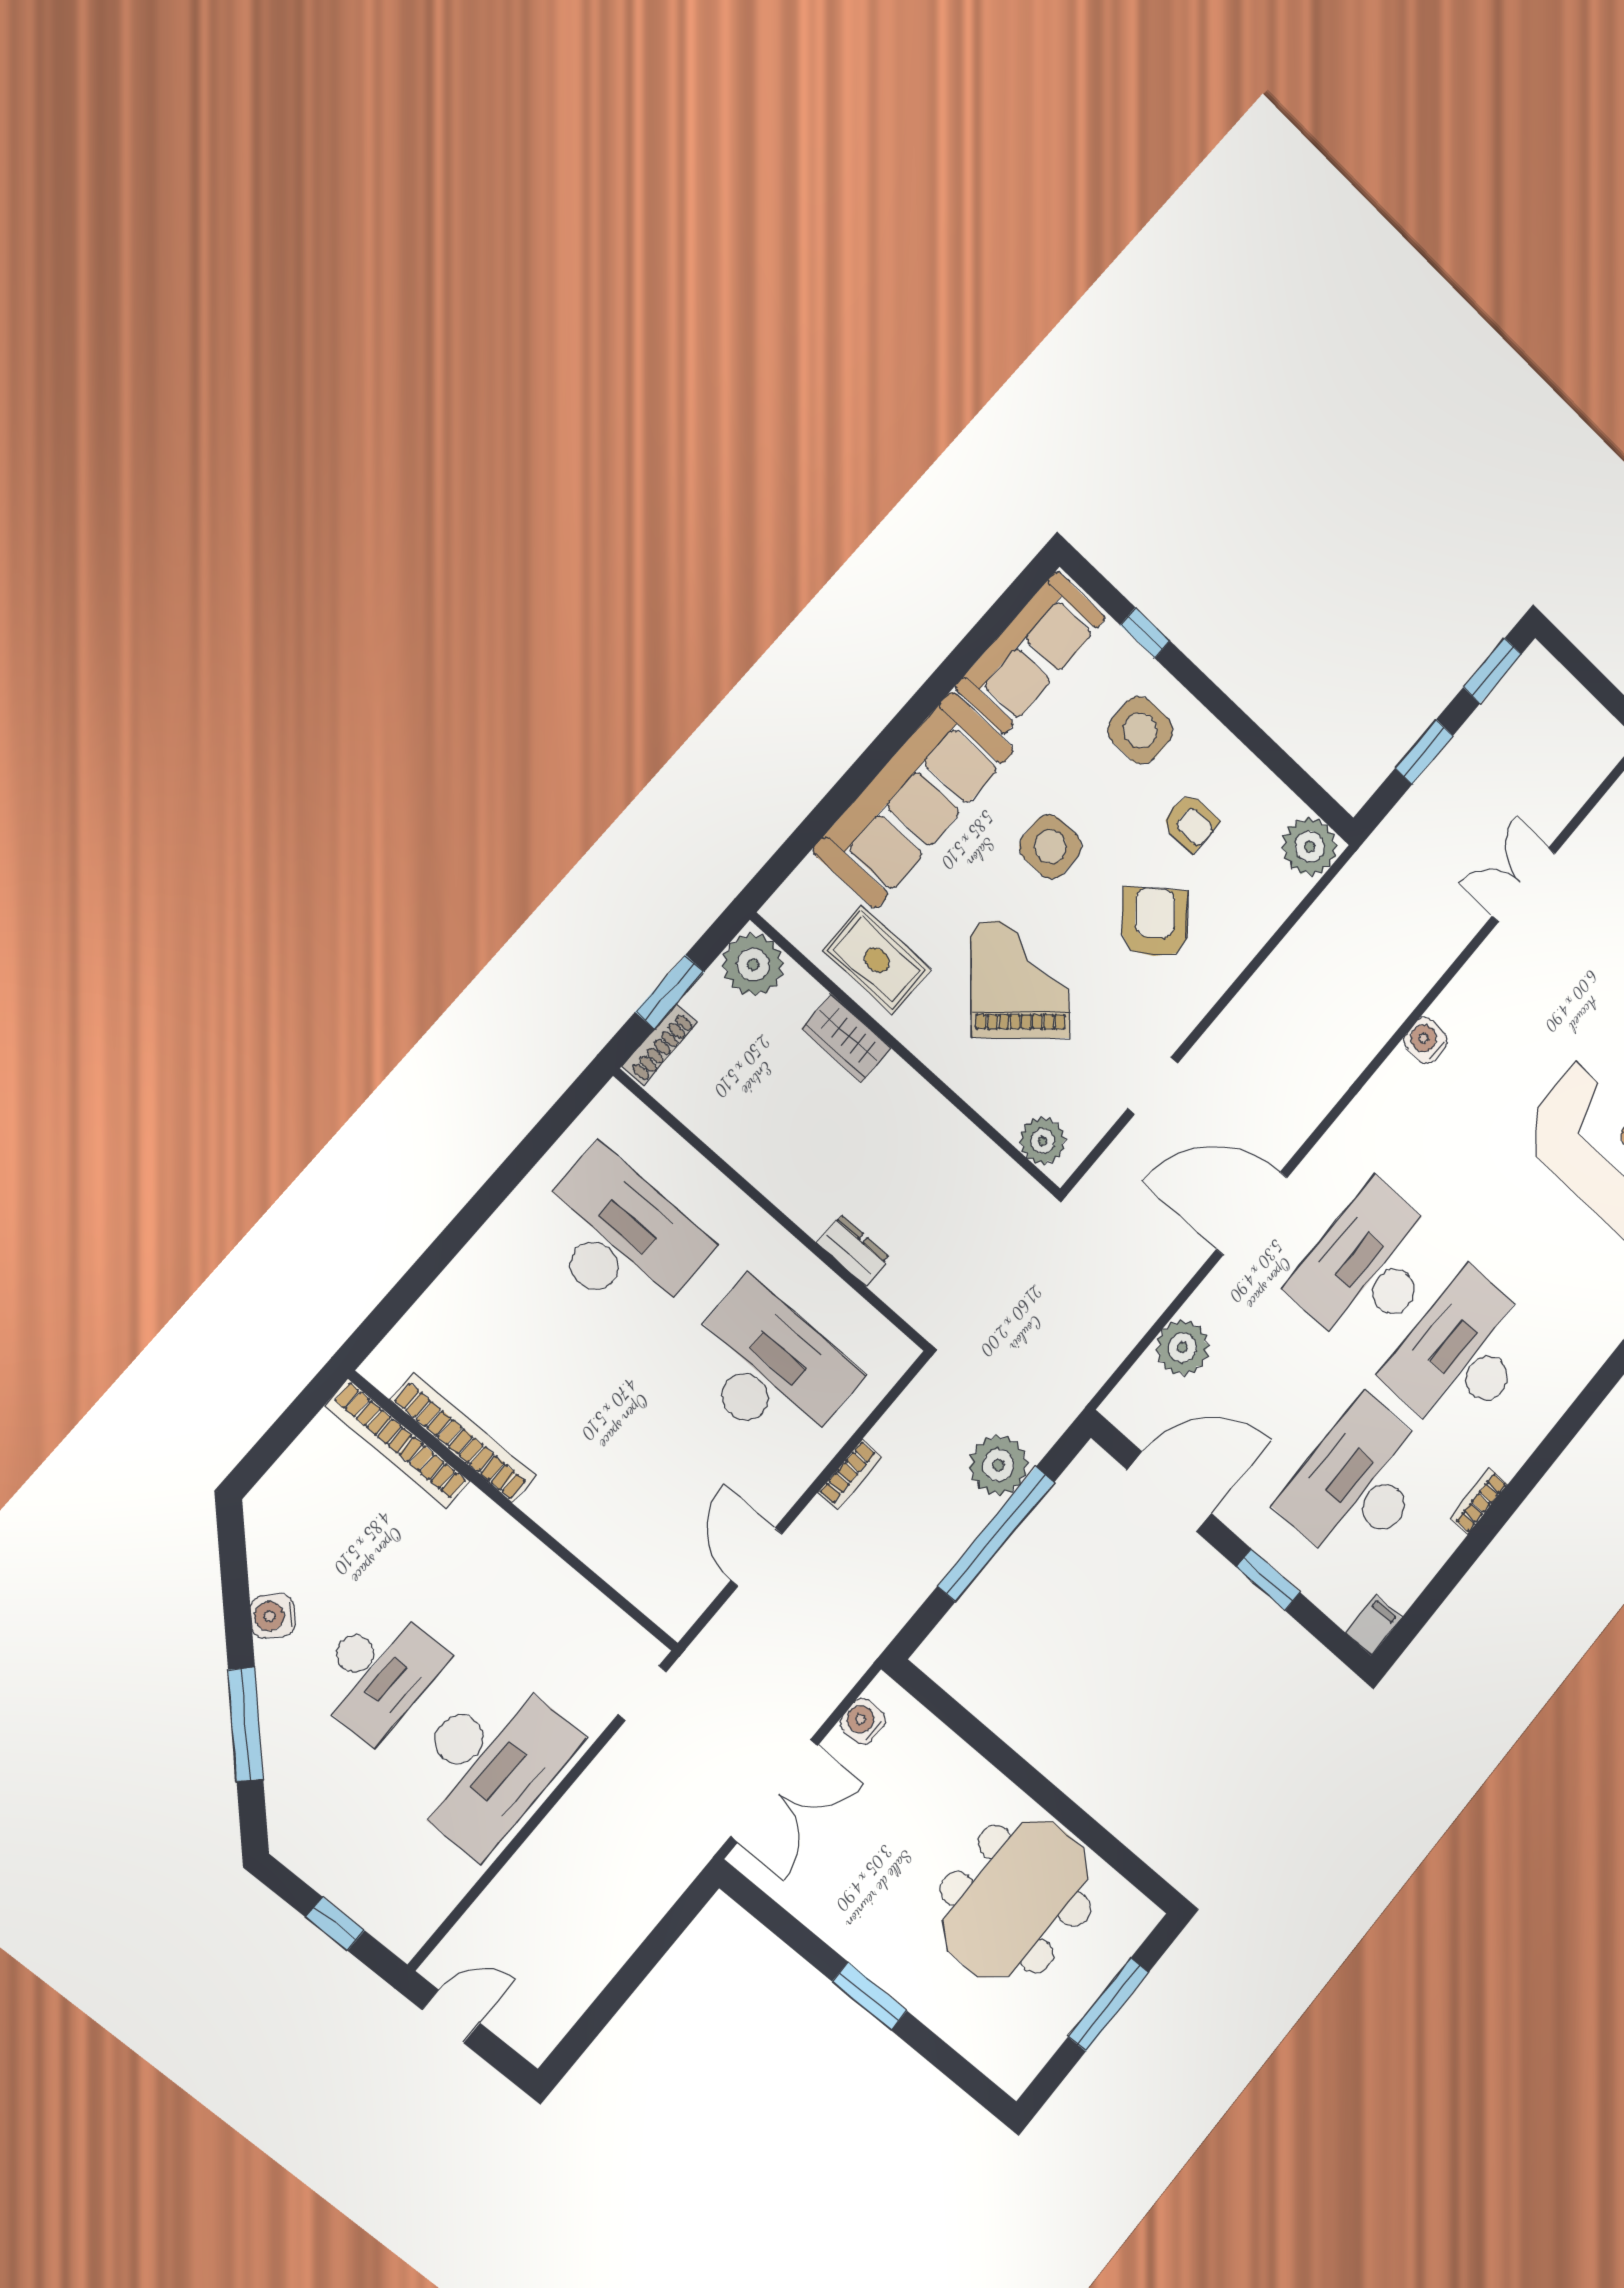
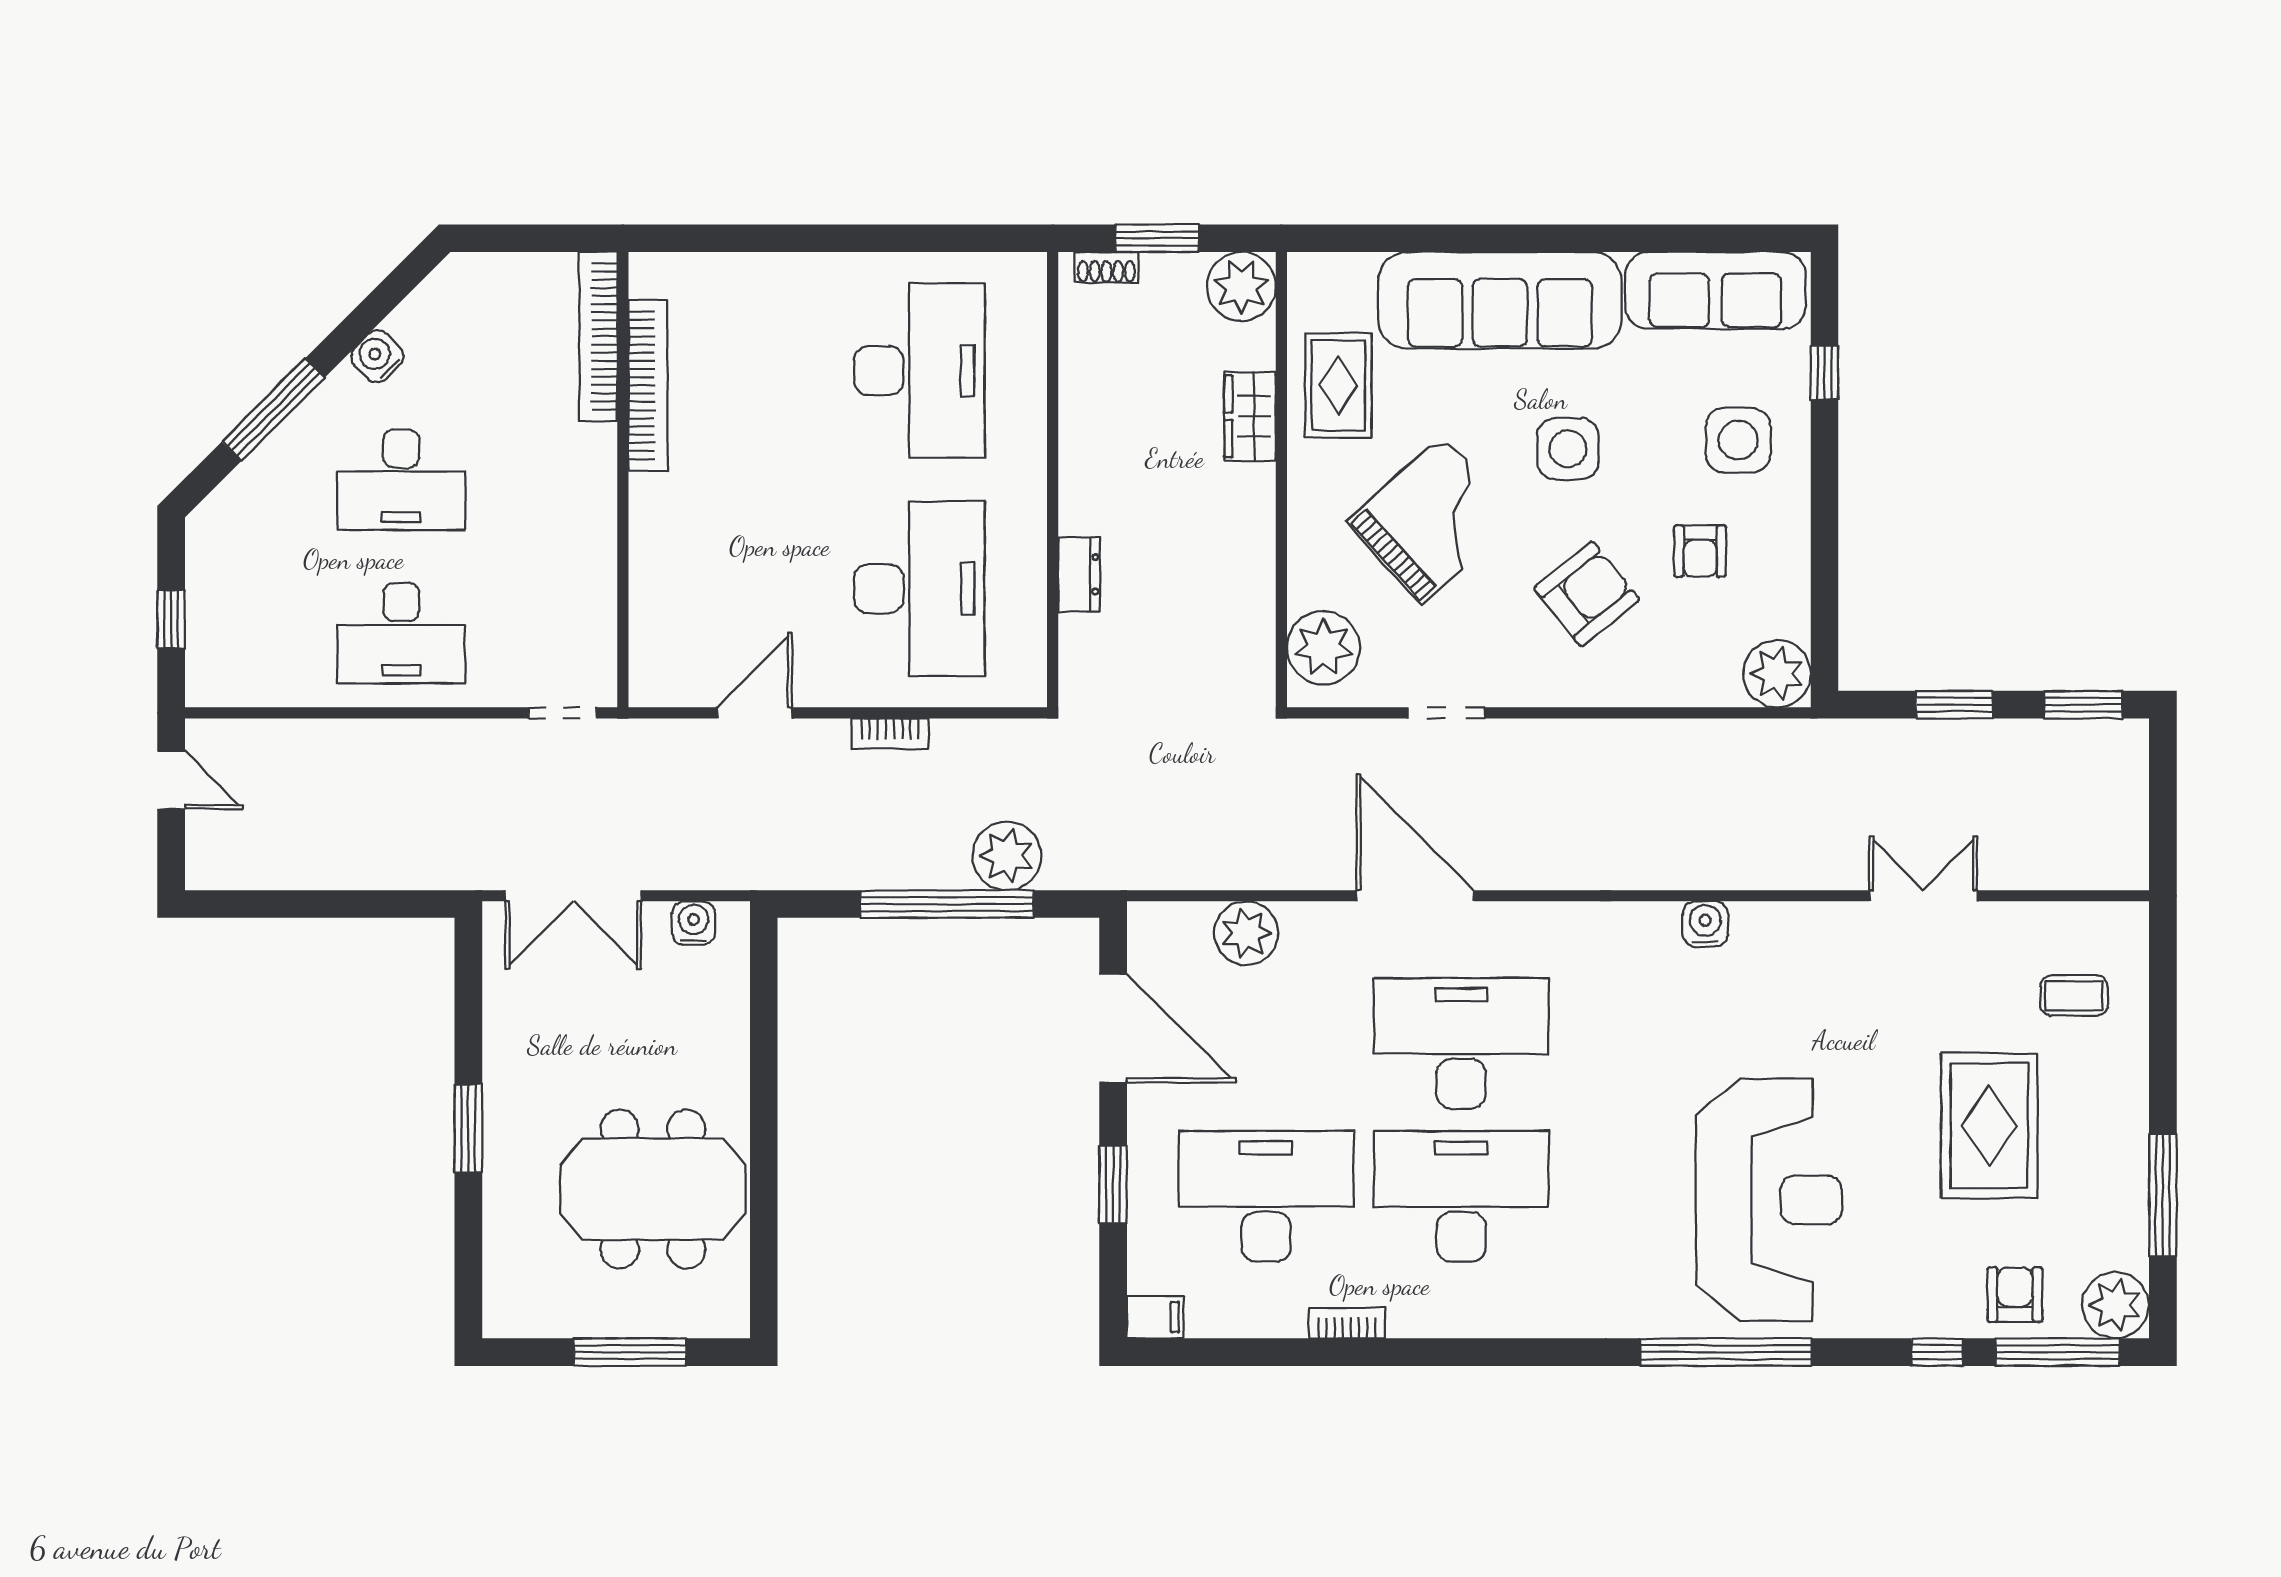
shoe rack: (660, 1045) -> (1106, 267), width x0.70
plant: (1043, 1141) -> (1323, 648), width x1.36, depth x1.36
desk: (488, 1763) -> (401, 633), width x0.73, depth x0.77

